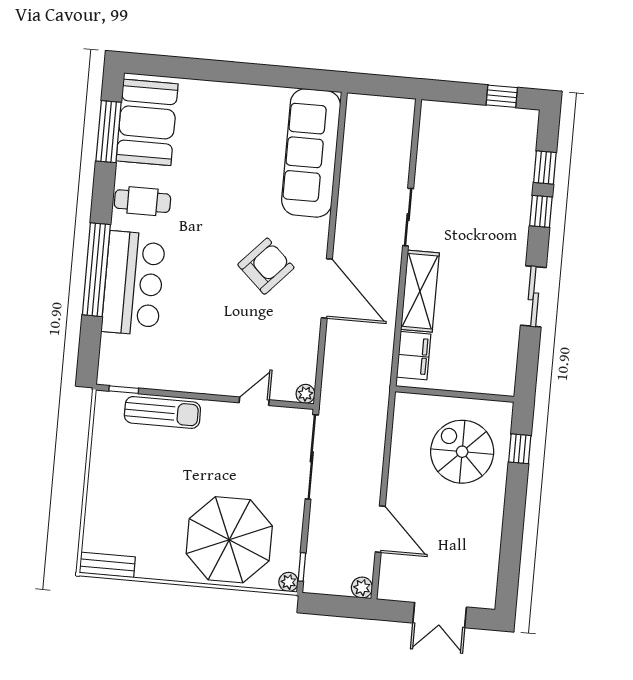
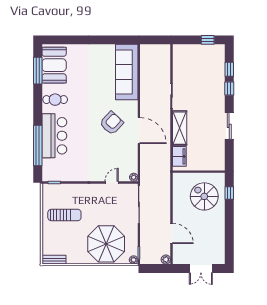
window: (96, 270) -> (38, 146), moved
sun lounger: (162, 412) -> (64, 215), moved

